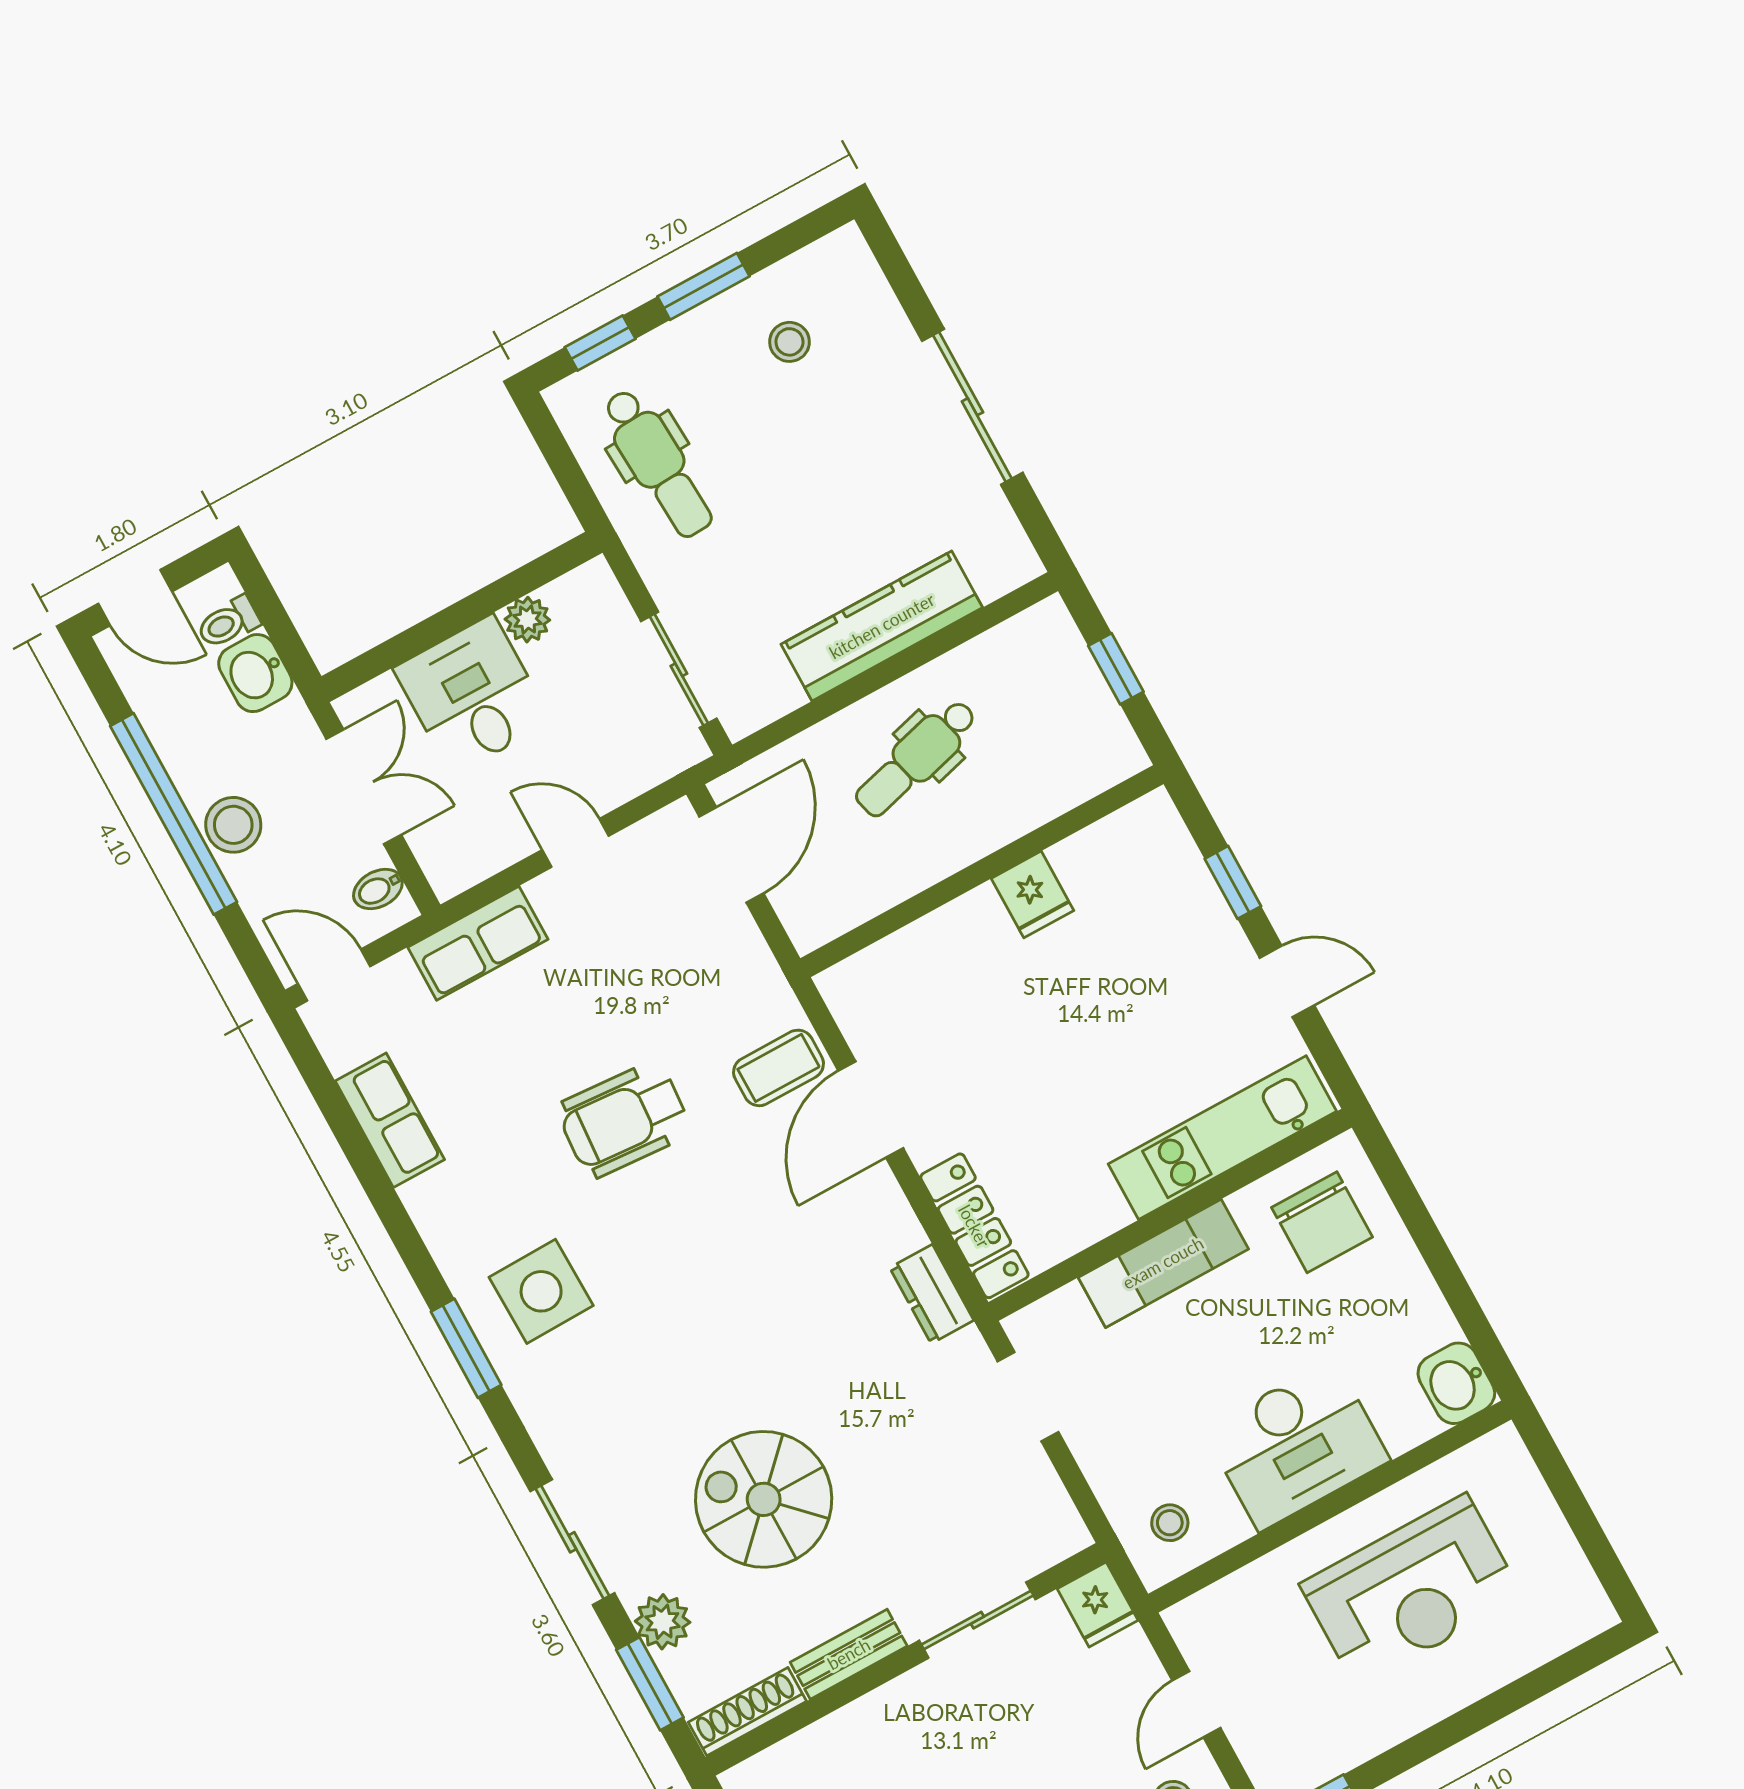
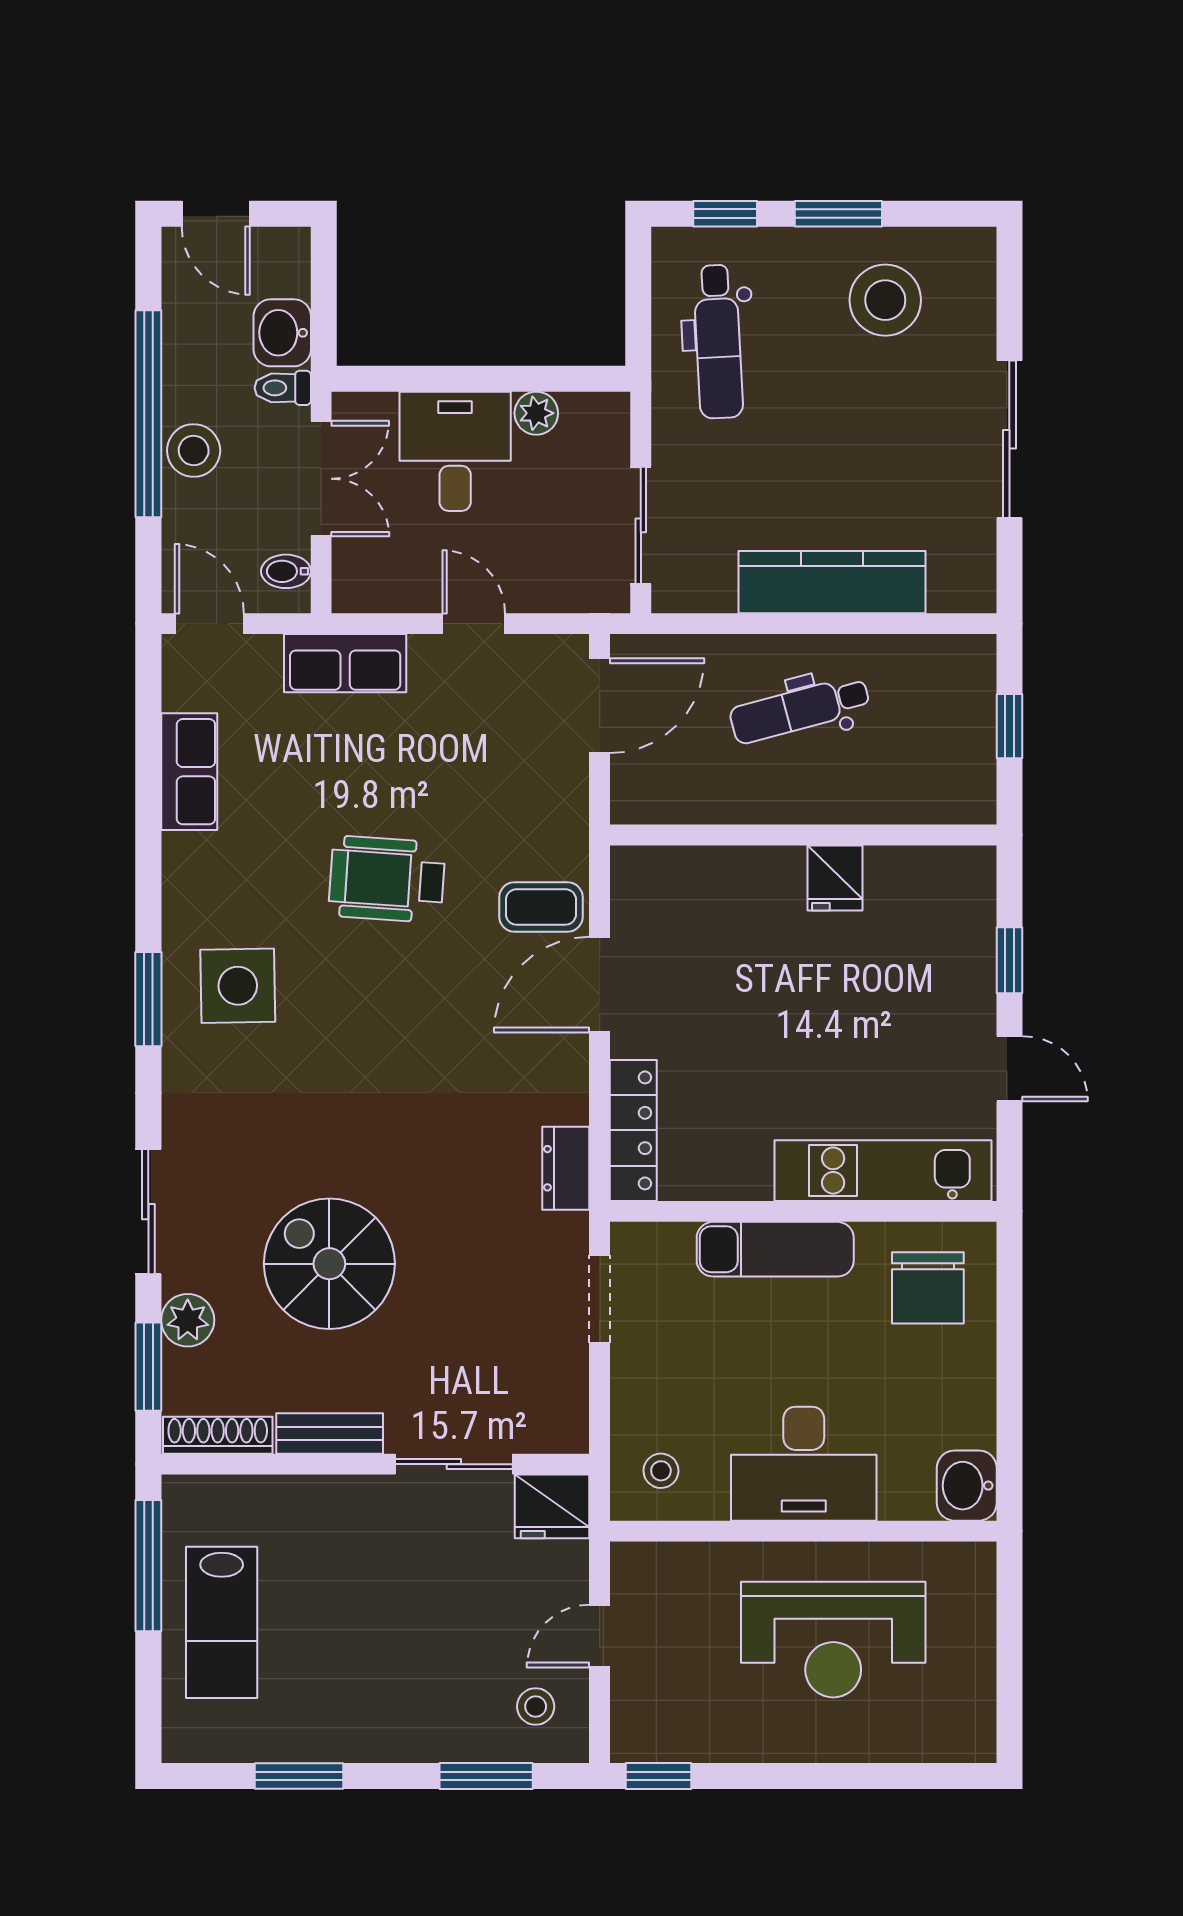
stool: (789, 342) -> (885, 300), width x1.89, depth x1.89
toilet: (228, 623) -> (283, 388), moved
fridge: (1098, 1604) -> (552, 1506), width x1.38

